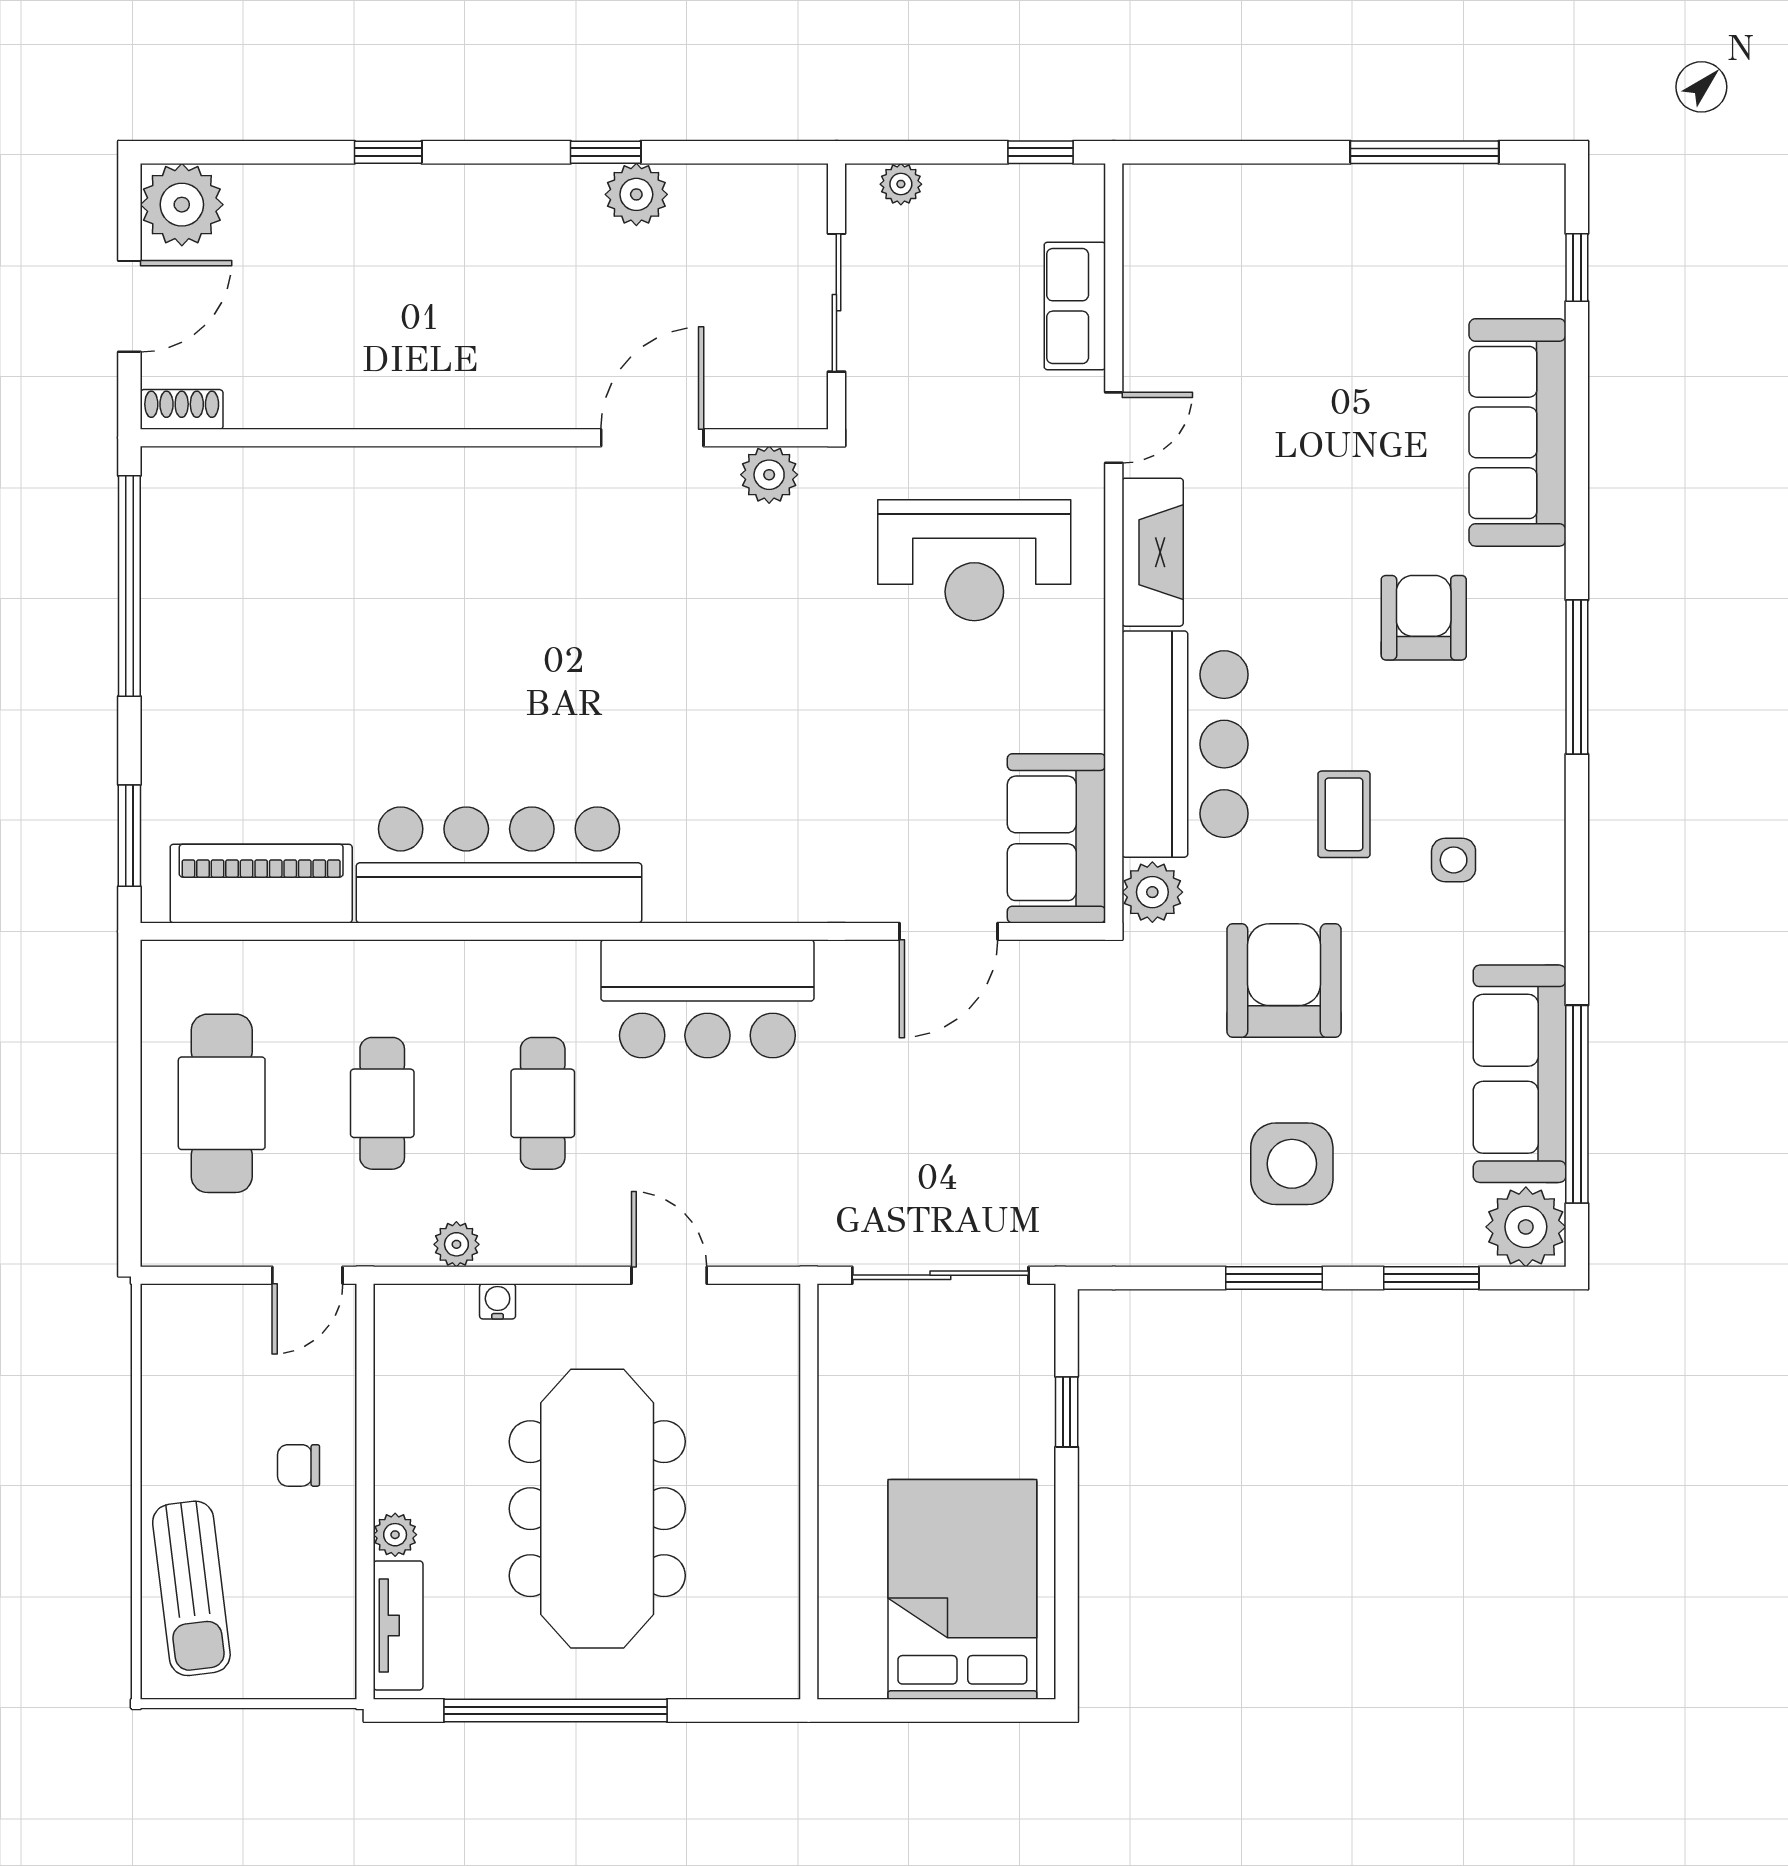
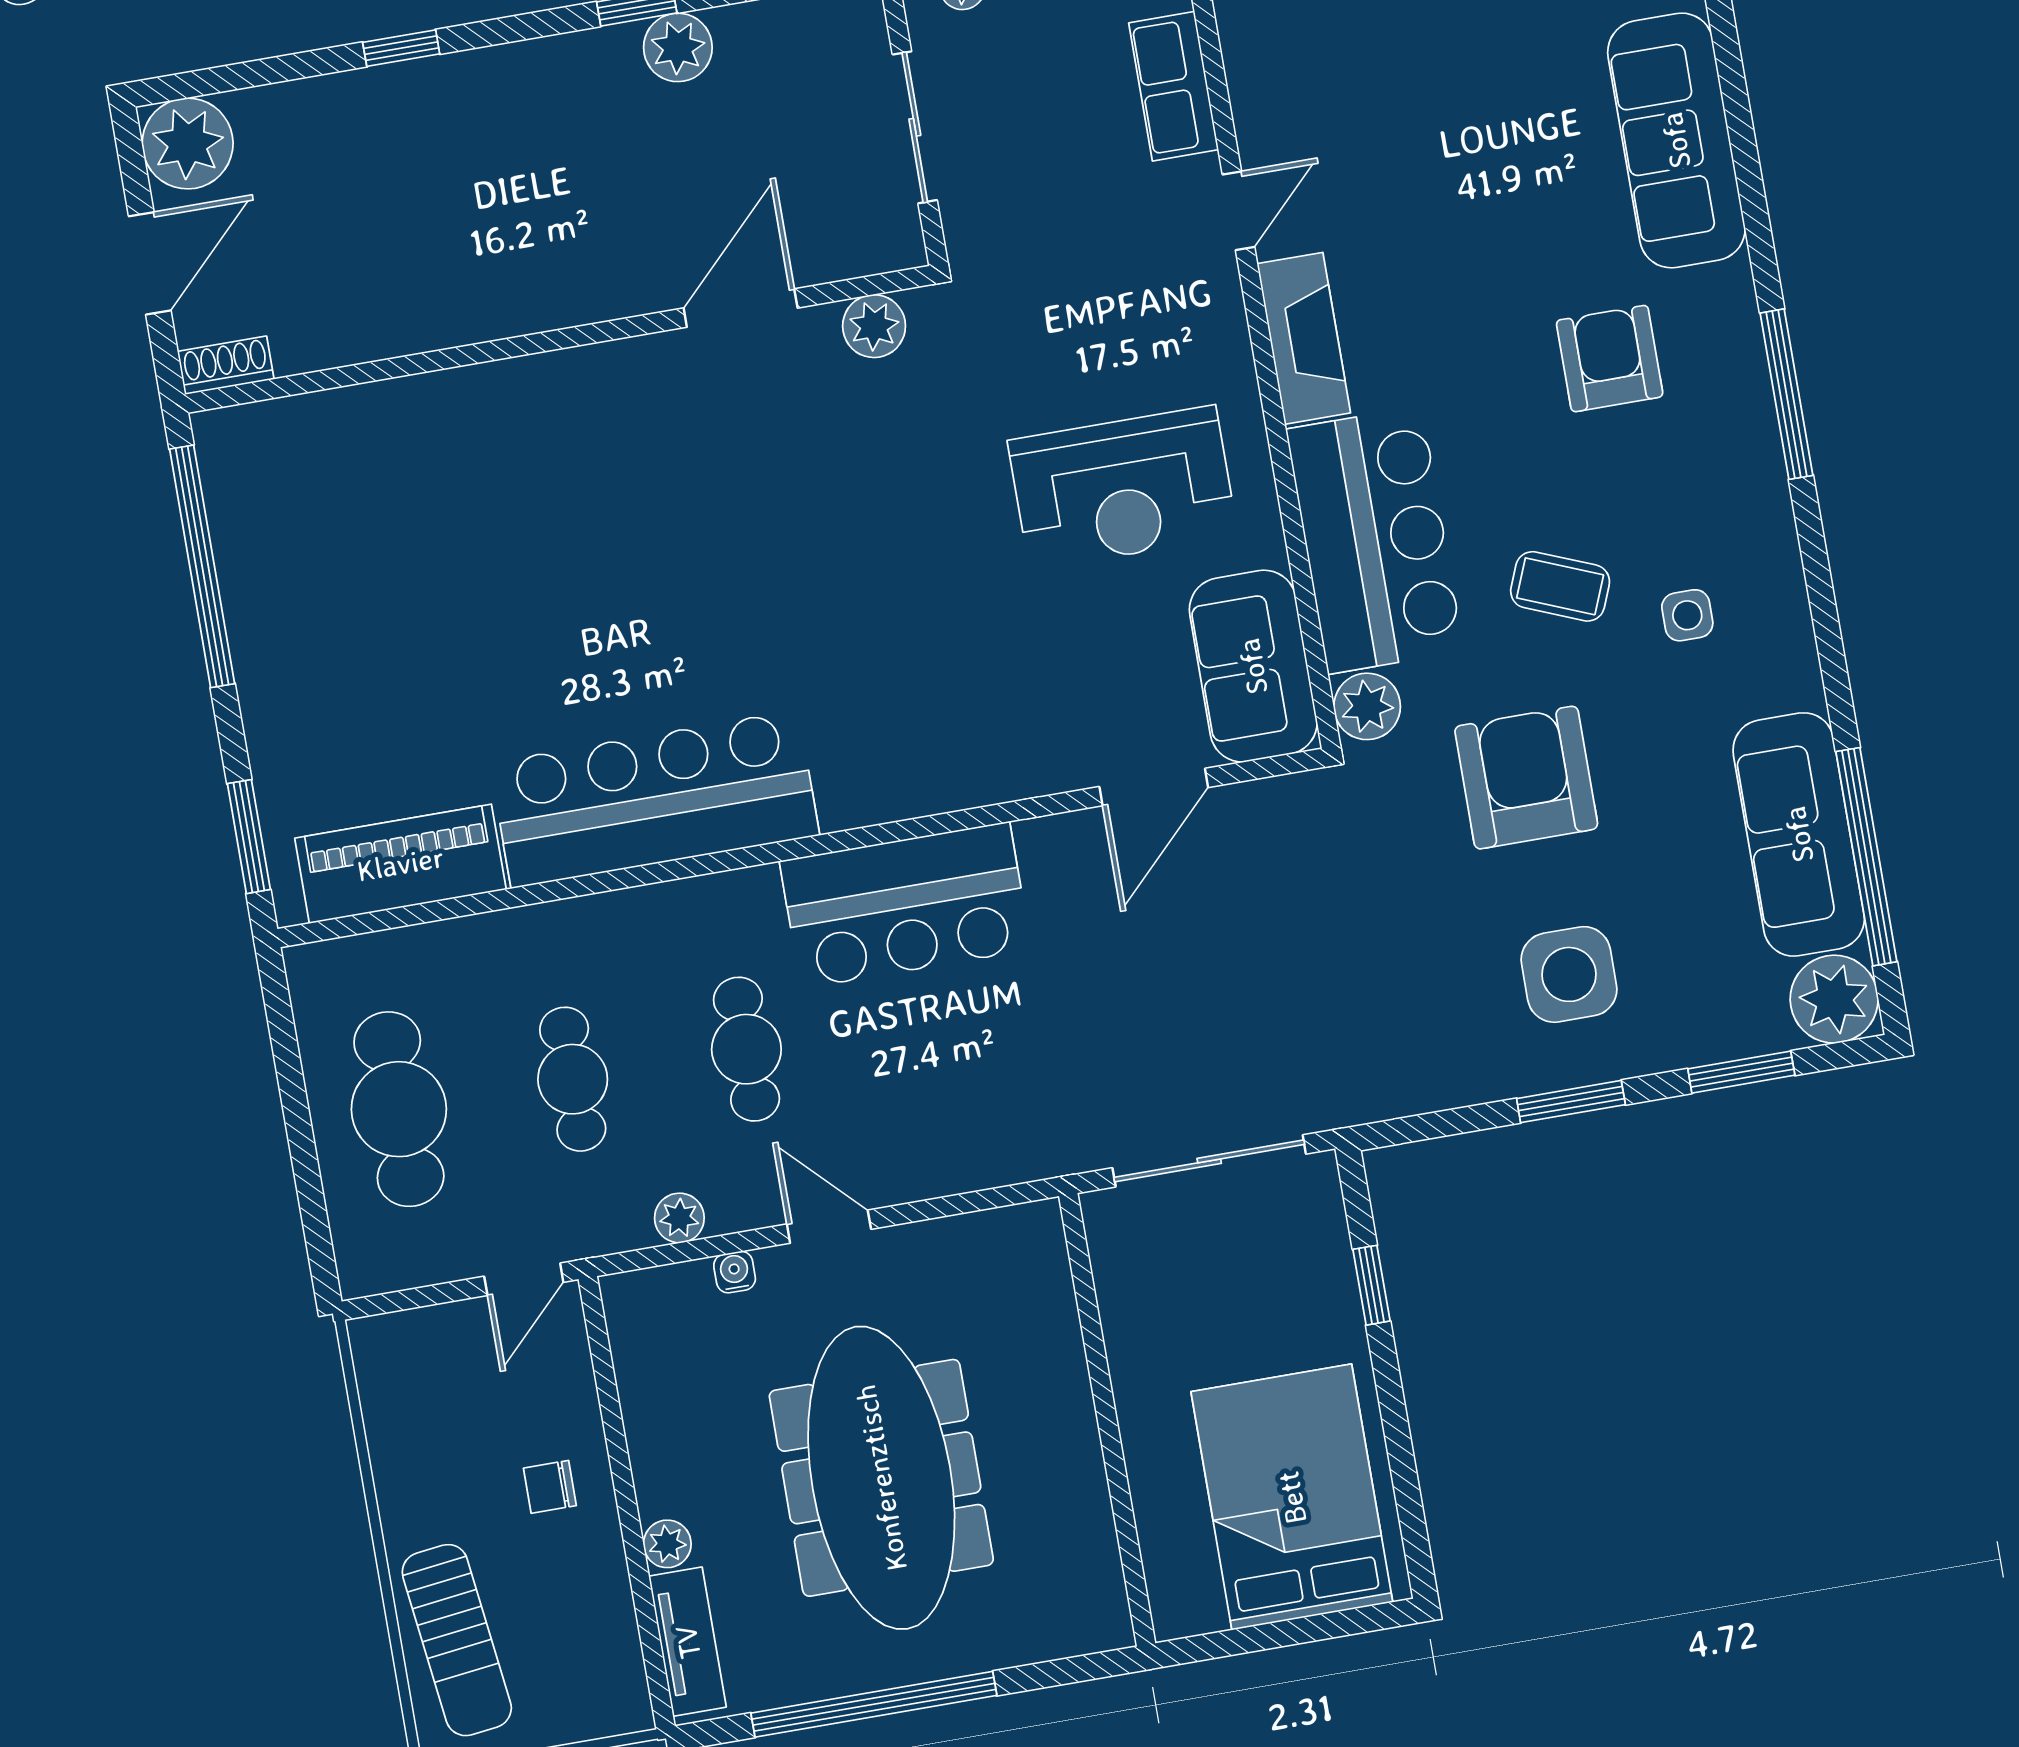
reception desk: (974, 560) -> (1123, 488), moved
coffee table: (1344, 814) -> (1560, 586), turned -68
door: (669, 1275) -> (829, 1227), moved

